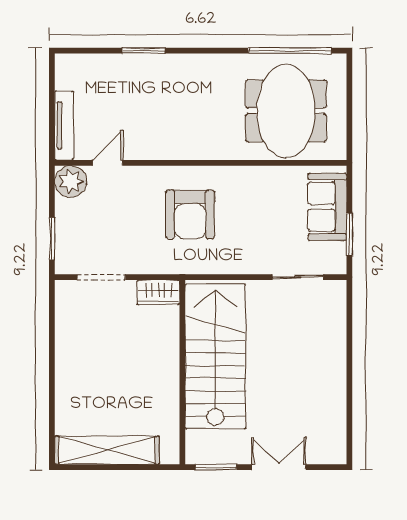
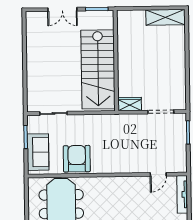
plant: (71, 182) -> (178, 164), removed
armchair: (190, 214) -> (77, 159), moved
shelving: (107, 450) -> (166, 17), width x0.68

